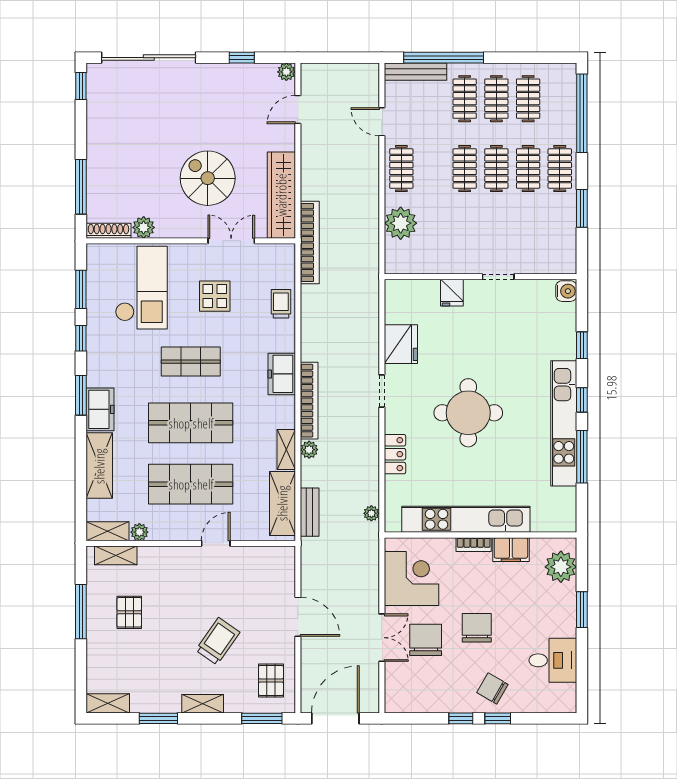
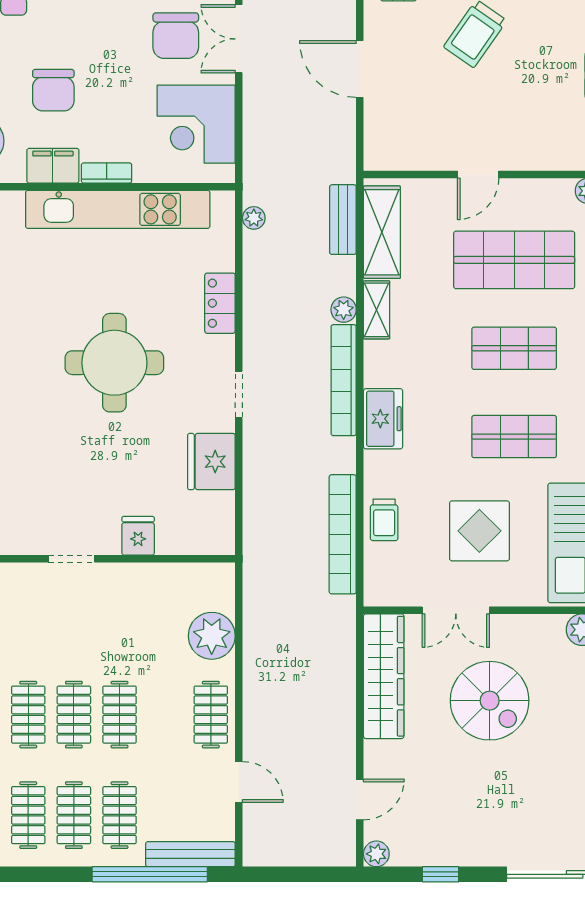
bookcase: (310, 242) -> (343, 534), moved
display table: (215, 296) -> (479, 531), width x1.36, depth x1.36
shop shelf: (191, 423) -> (514, 348), width x0.70, depth x0.74
chair: (477, 628) -> (53, 90), moved

